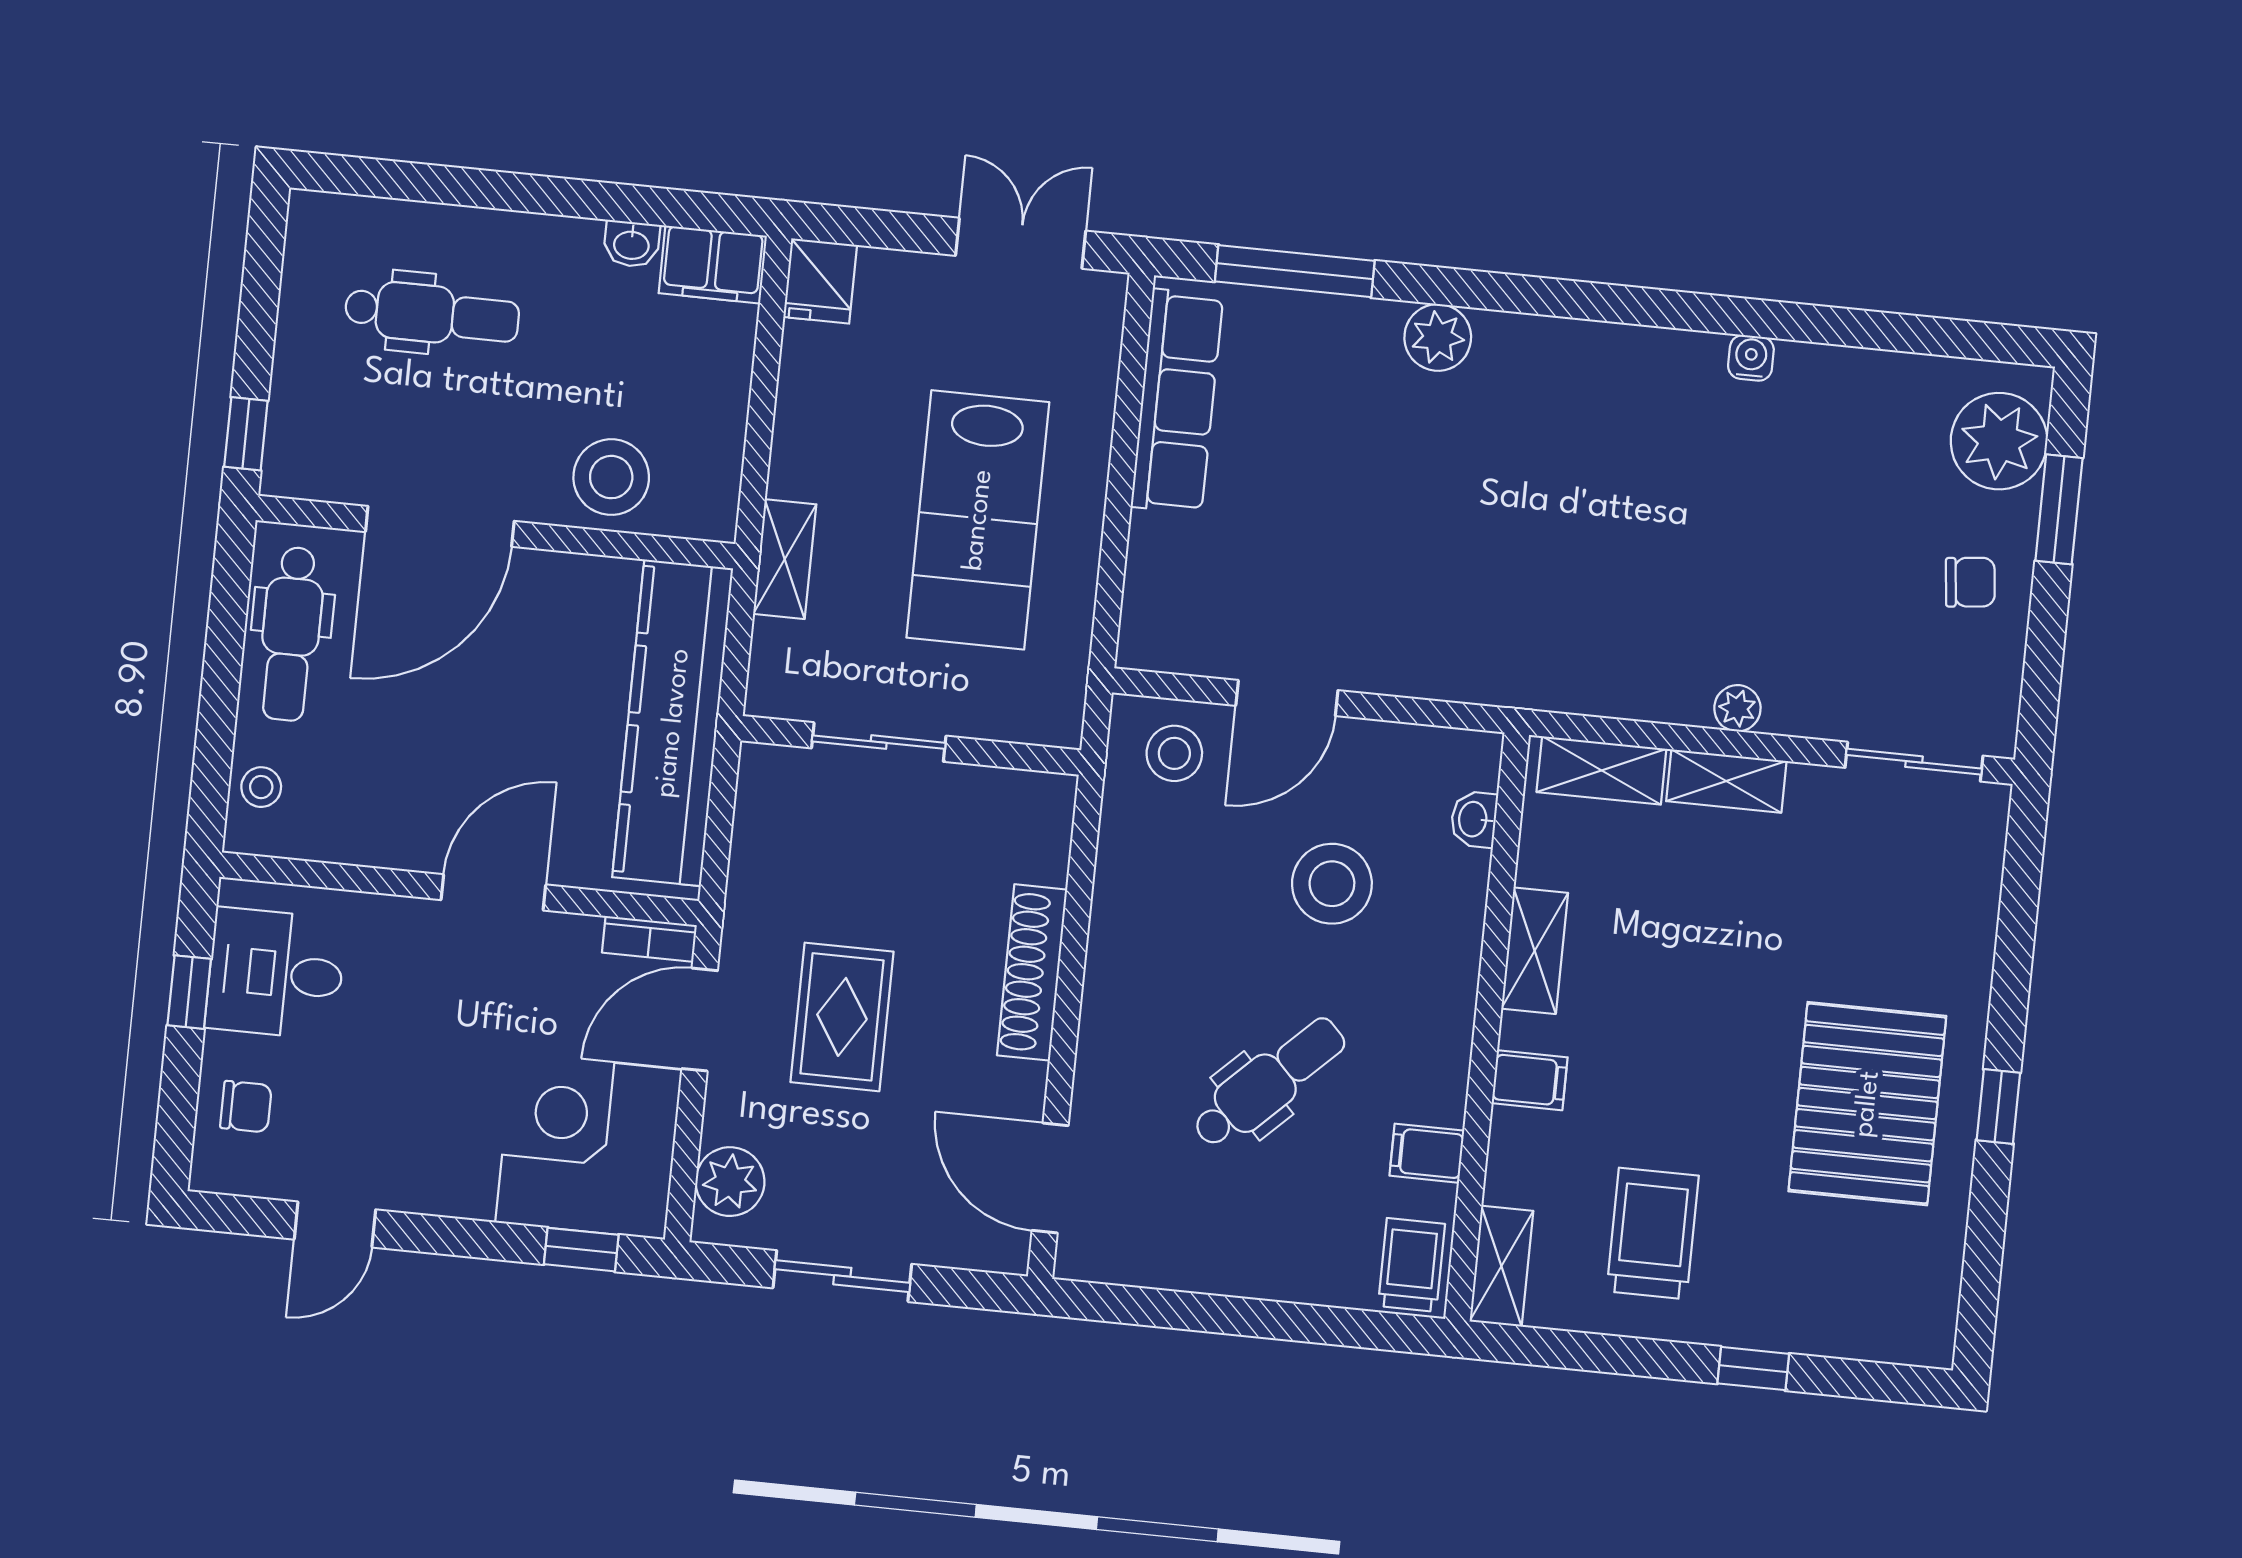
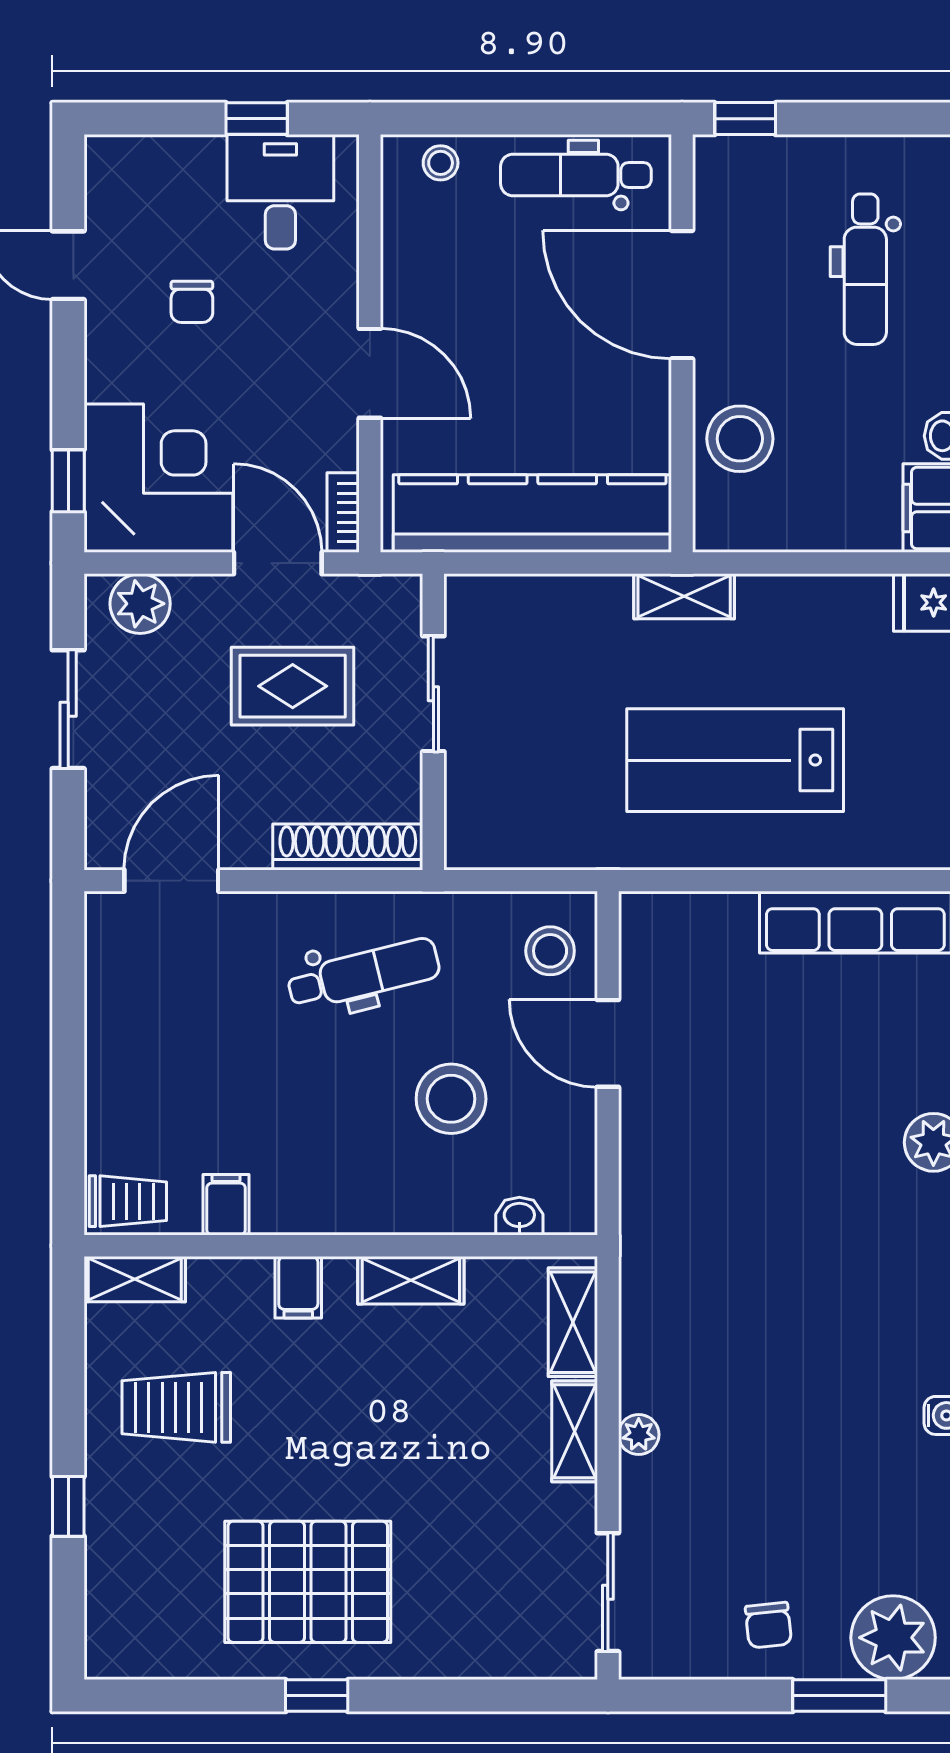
sliding door: (879, 742) -> (433, 694), moved
wall: (911, 745) -> (433, 722), moved
dental chair: (1269, 1083) -> (364, 974), moved, turned -60
chair: (246, 1107) -> (192, 302), moved
trolley: (1653, 1234) -> (176, 1407), turned 180

